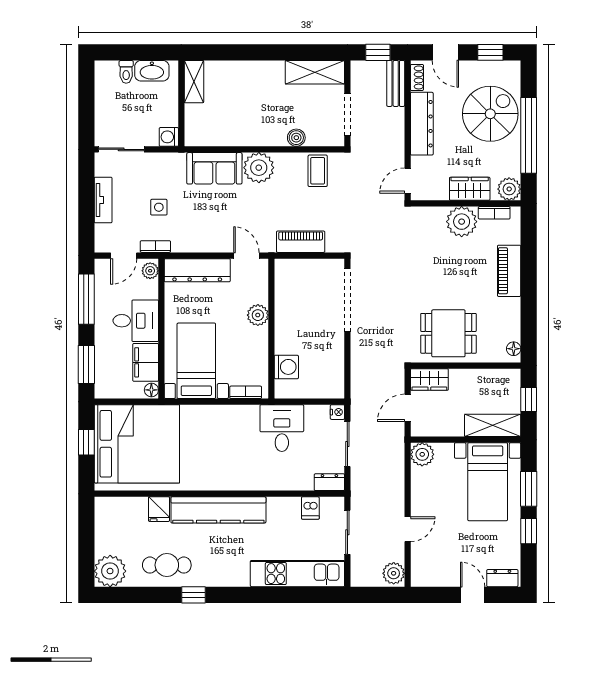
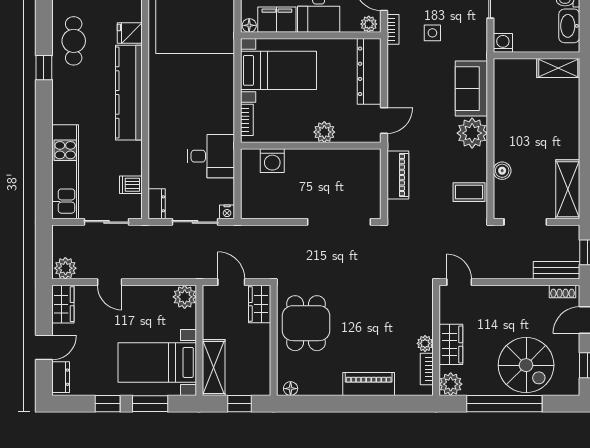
dresser: (422, 124) -> (516, 296), removed
plant: (462, 222) -> (425, 343), width x0.53, depth x0.53
wardrobe: (429, 576) -> (63, 304), added

